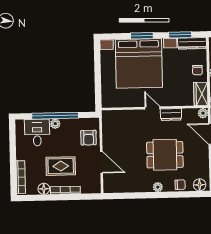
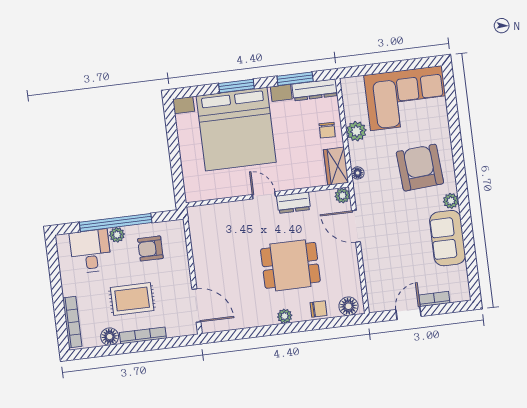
armchair: (89, 138) -> (150, 249), moved, turned 90
door: (101, 162) -> (196, 306), moved

